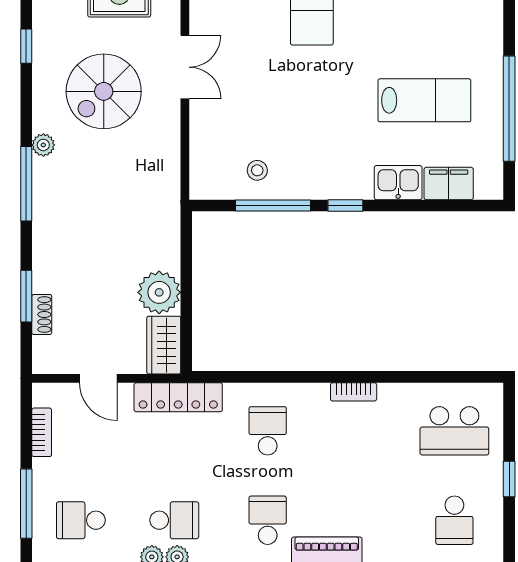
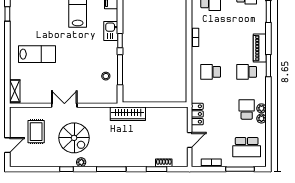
window: (26, 46) -> (66, 169), moved
plant: (43, 145) -> (81, 162), moved
kitchen sink: (398, 183) -> (111, 31), moved
plant: (159, 292) -> (155, 116), removed
wardrobe: (164, 345) -> (128, 114), moved, width x1.50
locker: (178, 397) -> (197, 114), width x0.66
school desk: (81, 520) -> (247, 147), width x1.85

